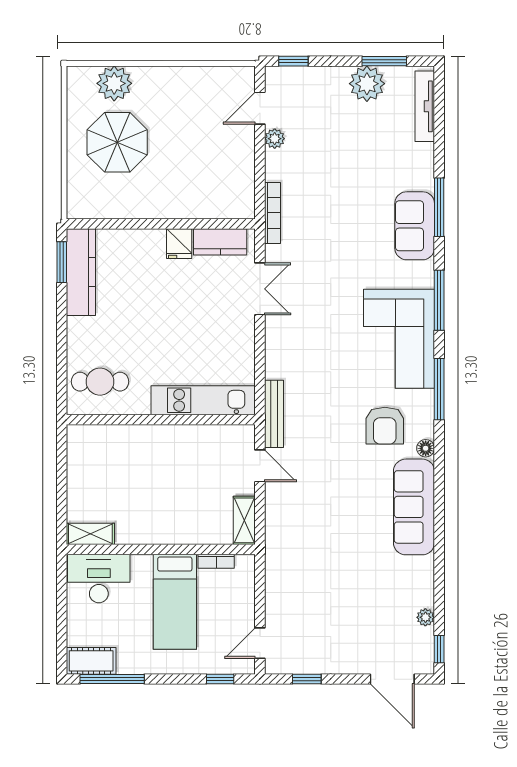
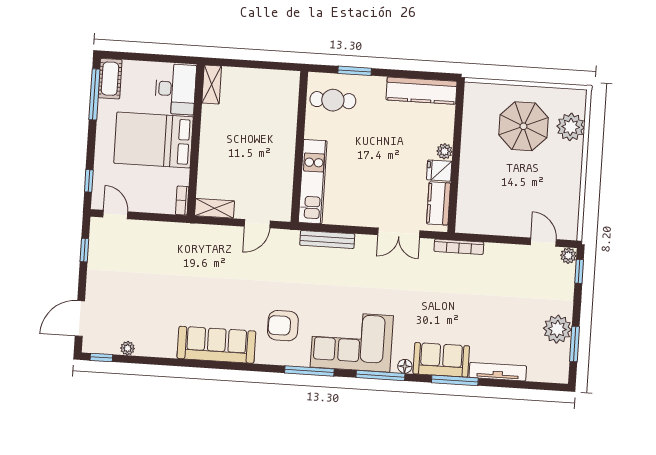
tv unit: (425, 106) -> (498, 372), moved
plant: (275, 139) -> (568, 256), moved
plant: (155, 239) -> (445, 151), added
window: (62, 262) -> (355, 71), moved
cafe table: (100, 382) -> (333, 100), turned 90
bench: (274, 414) -> (327, 240), moved
floor lamp: (426, 448) -> (405, 366), moved
bookcase: (216, 561) -> (182, 200), moved
bed: (175, 602) -> (154, 140), width x1.50

